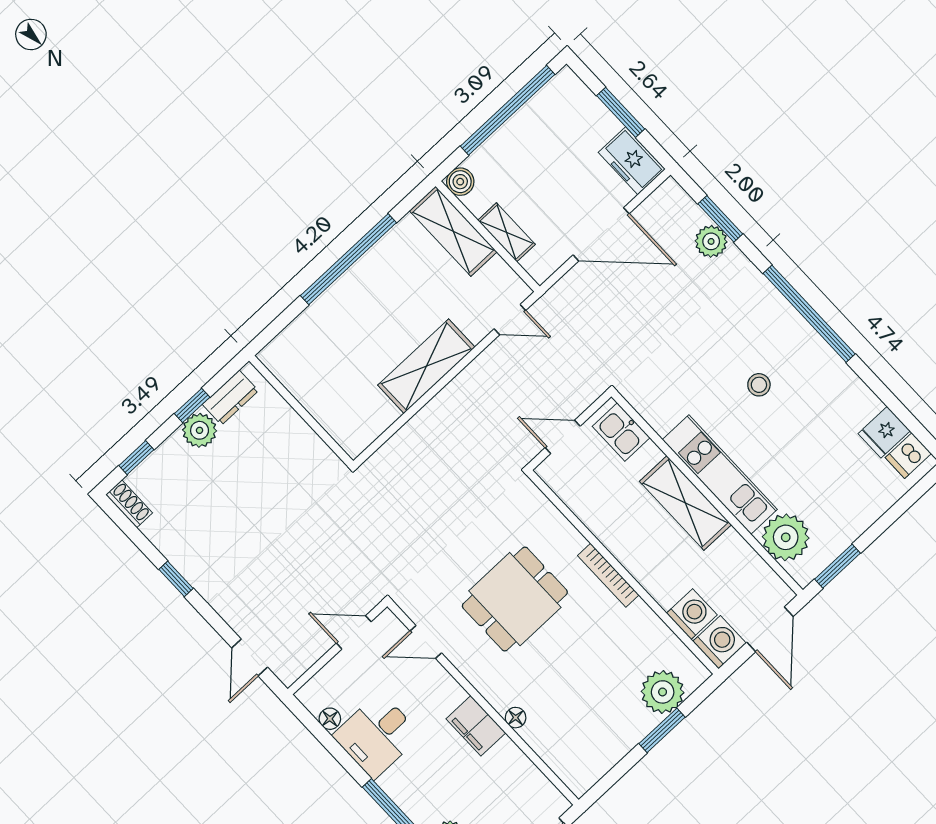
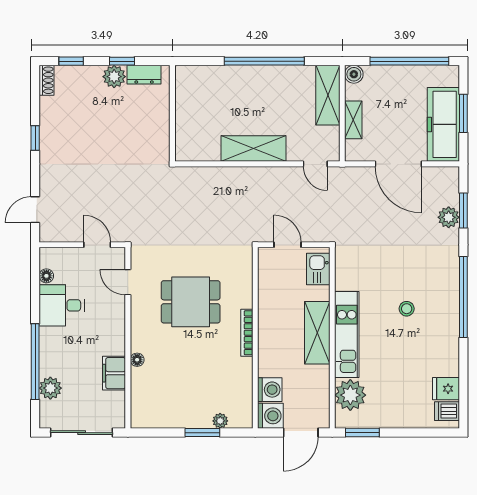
freezer: (632, 161) -> (443, 124), width x1.91, depth x1.26
plant: (663, 692) -> (220, 421), width x0.53, depth x0.53
filing cabinet: (476, 726) -> (114, 373), moved

